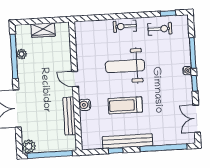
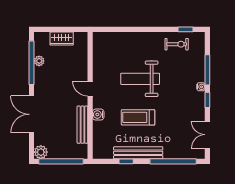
exercise bike: (125, 26) -> (142, 40), removed

